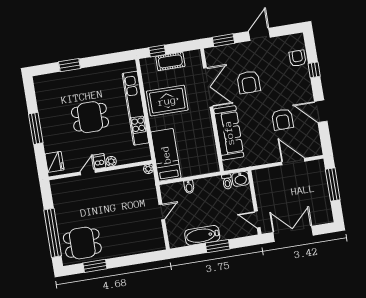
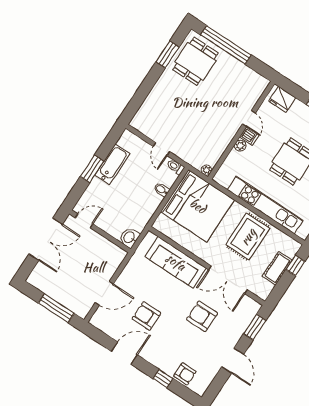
bed: (166, 155) -> (198, 206), width x2.04
toilet: (227, 182) -> (175, 167), moved

